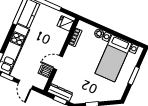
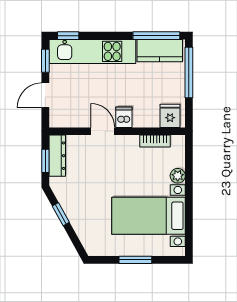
dishwasher: (45, 71) -> (124, 117), moved

